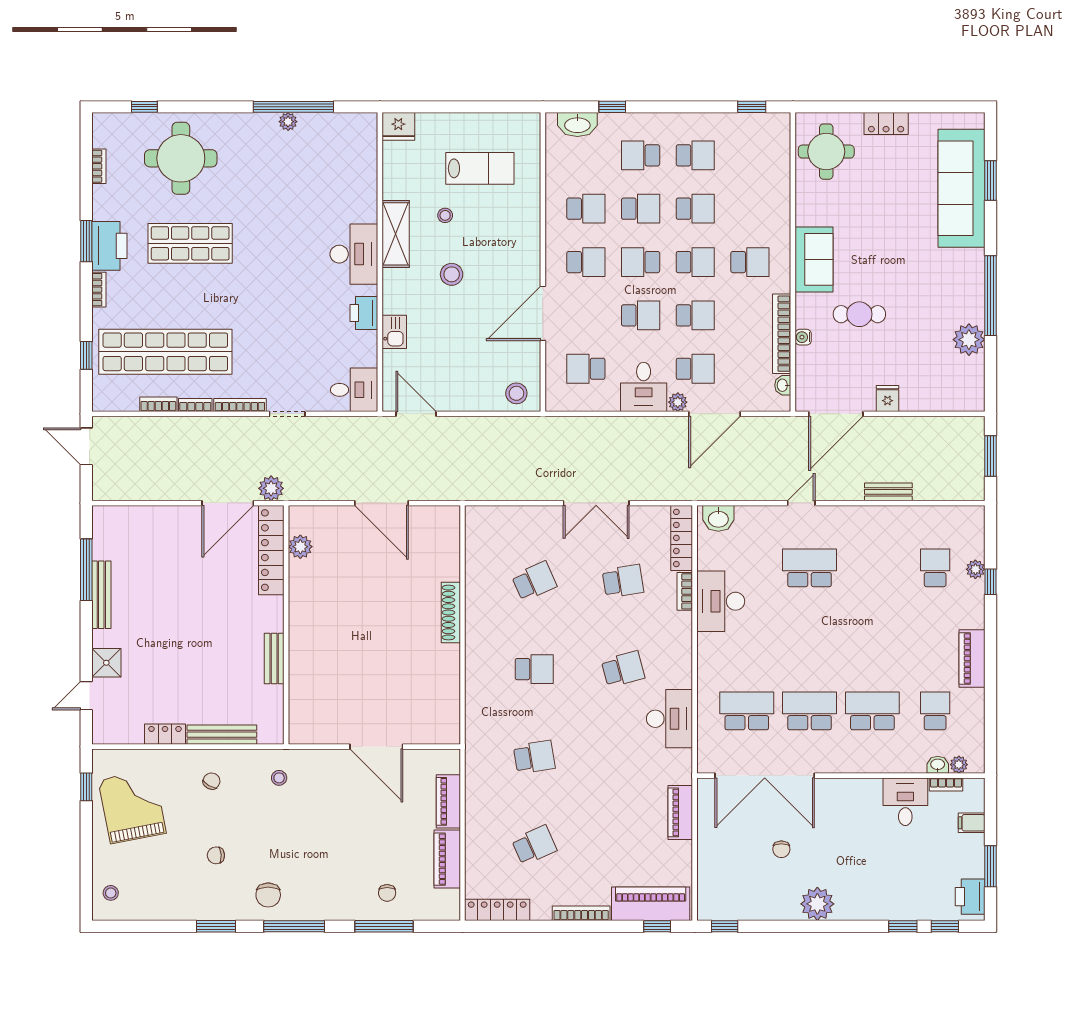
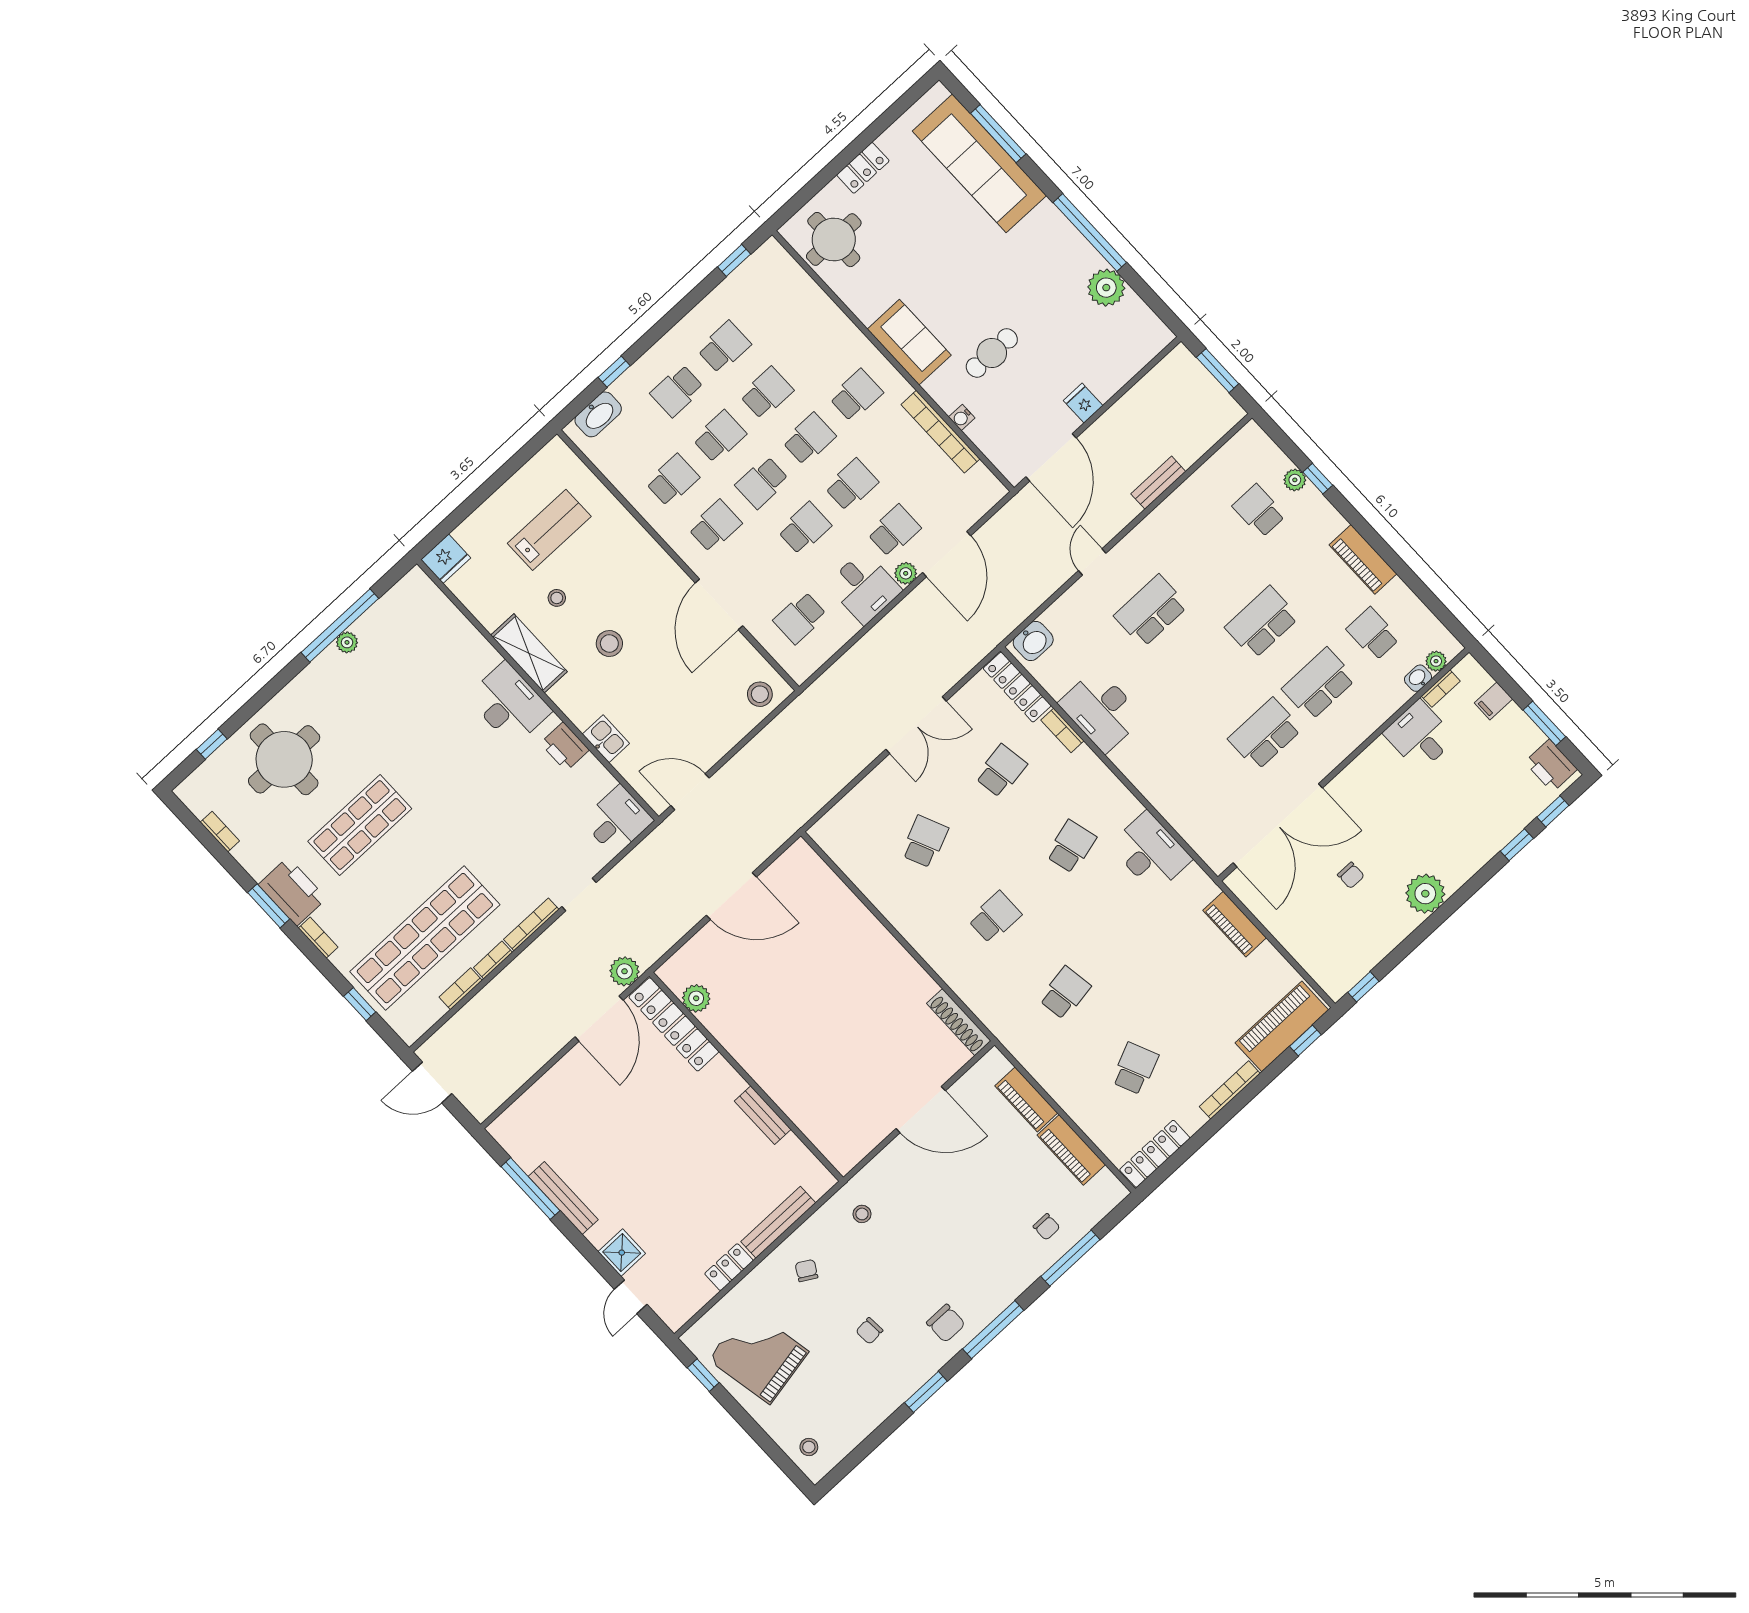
window: (991, 181) -> (998, 134), width x1.44
washbasin: (783, 385) -> (982, 475), removed
shoe rack: (451, 612) -> (959, 1022), moved
school desk: (747, 711) -> (1262, 622), moved

